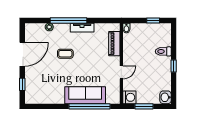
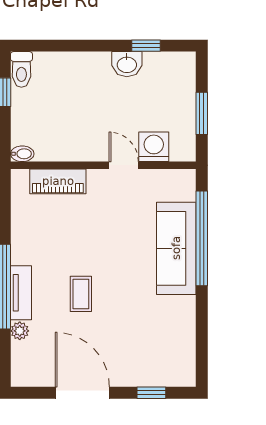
tv unit: (82, 28) -> (21, 293), moved
toilet: (163, 51) -> (21, 69), moved
window: (174, 66) -> (146, 46), moved
washing machine: (129, 97) -> (154, 147), moved
washbasin: (166, 97) -> (127, 64), moved

